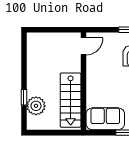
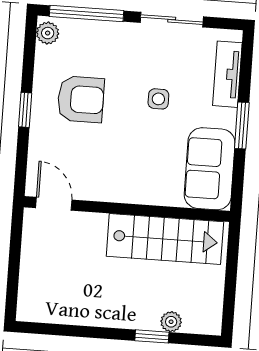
plant: (36, 106) -> (171, 322), width x0.53, depth x0.53

